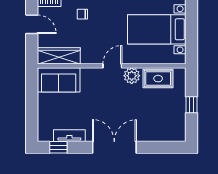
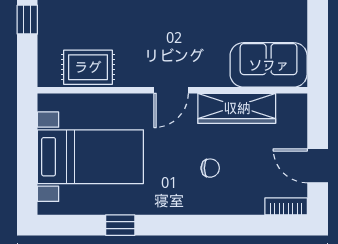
chair: (82, 14) -> (210, 168), moved
wardrobe: (59, 56) -> (237, 108), moved
plant: (132, 76) -> (136, 72), removed

